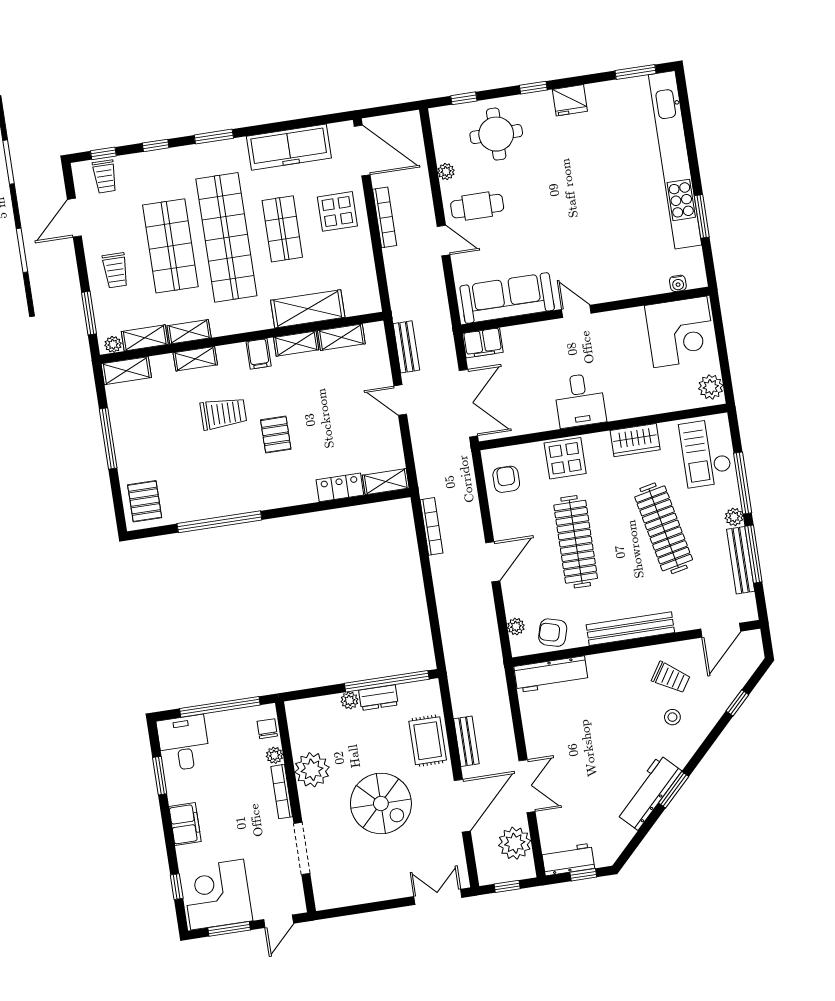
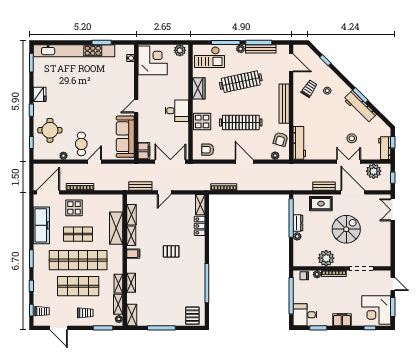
trolley: (223, 413) -> (158, 274), removed
pallet: (145, 501) -> (192, 316), turned 90
stool: (578, 785) -> (352, 138), added

